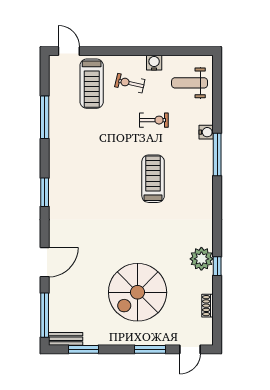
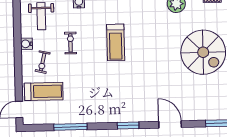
treadmill: (153, 179) -> (116, 42), turned -90
door: (45, 262) -> (170, 124), moved

